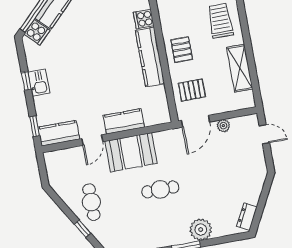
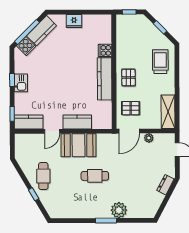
shelving: (240, 68) -> (168, 112), moved
dresser: (247, 217) -> (165, 185), moved

